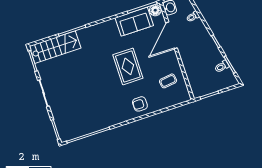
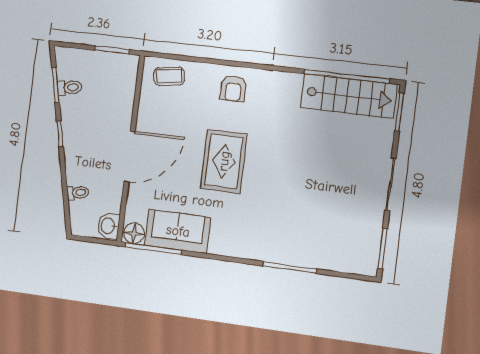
door: (172, 35) -> (130, 156), moved
stairs: (55, 47) -> (349, 96), moved, turned 180
coffee table: (168, 81) -> (169, 76), moved
armchair: (140, 104) -> (233, 89), turned 90

